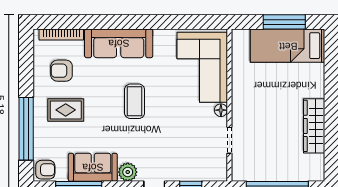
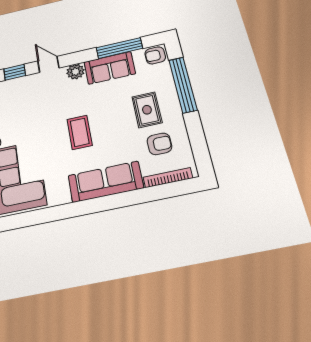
rug: (66, 110) -> (147, 110), turned 90

